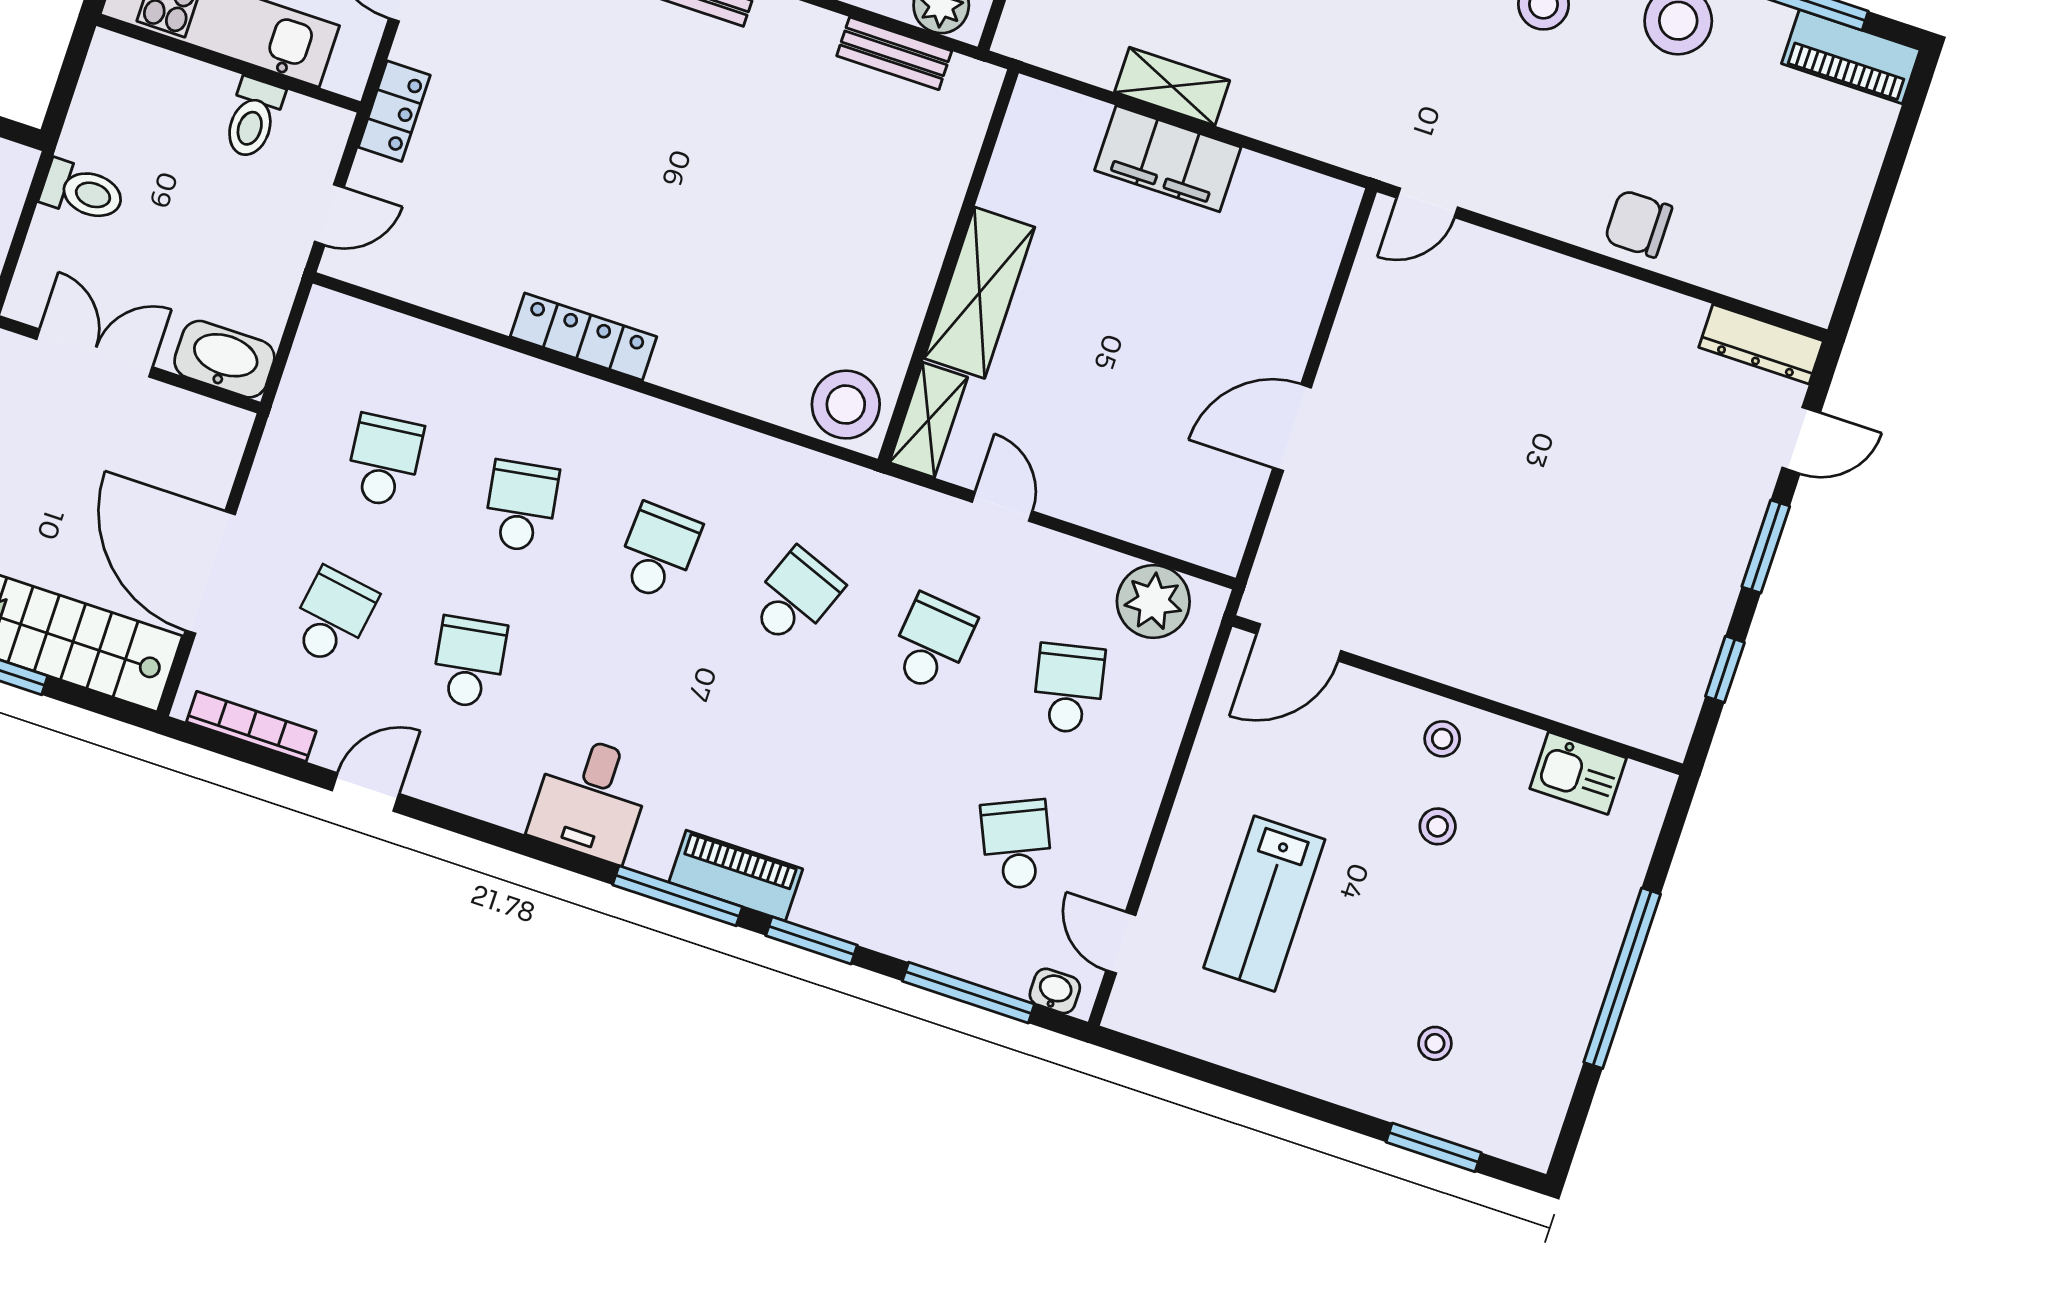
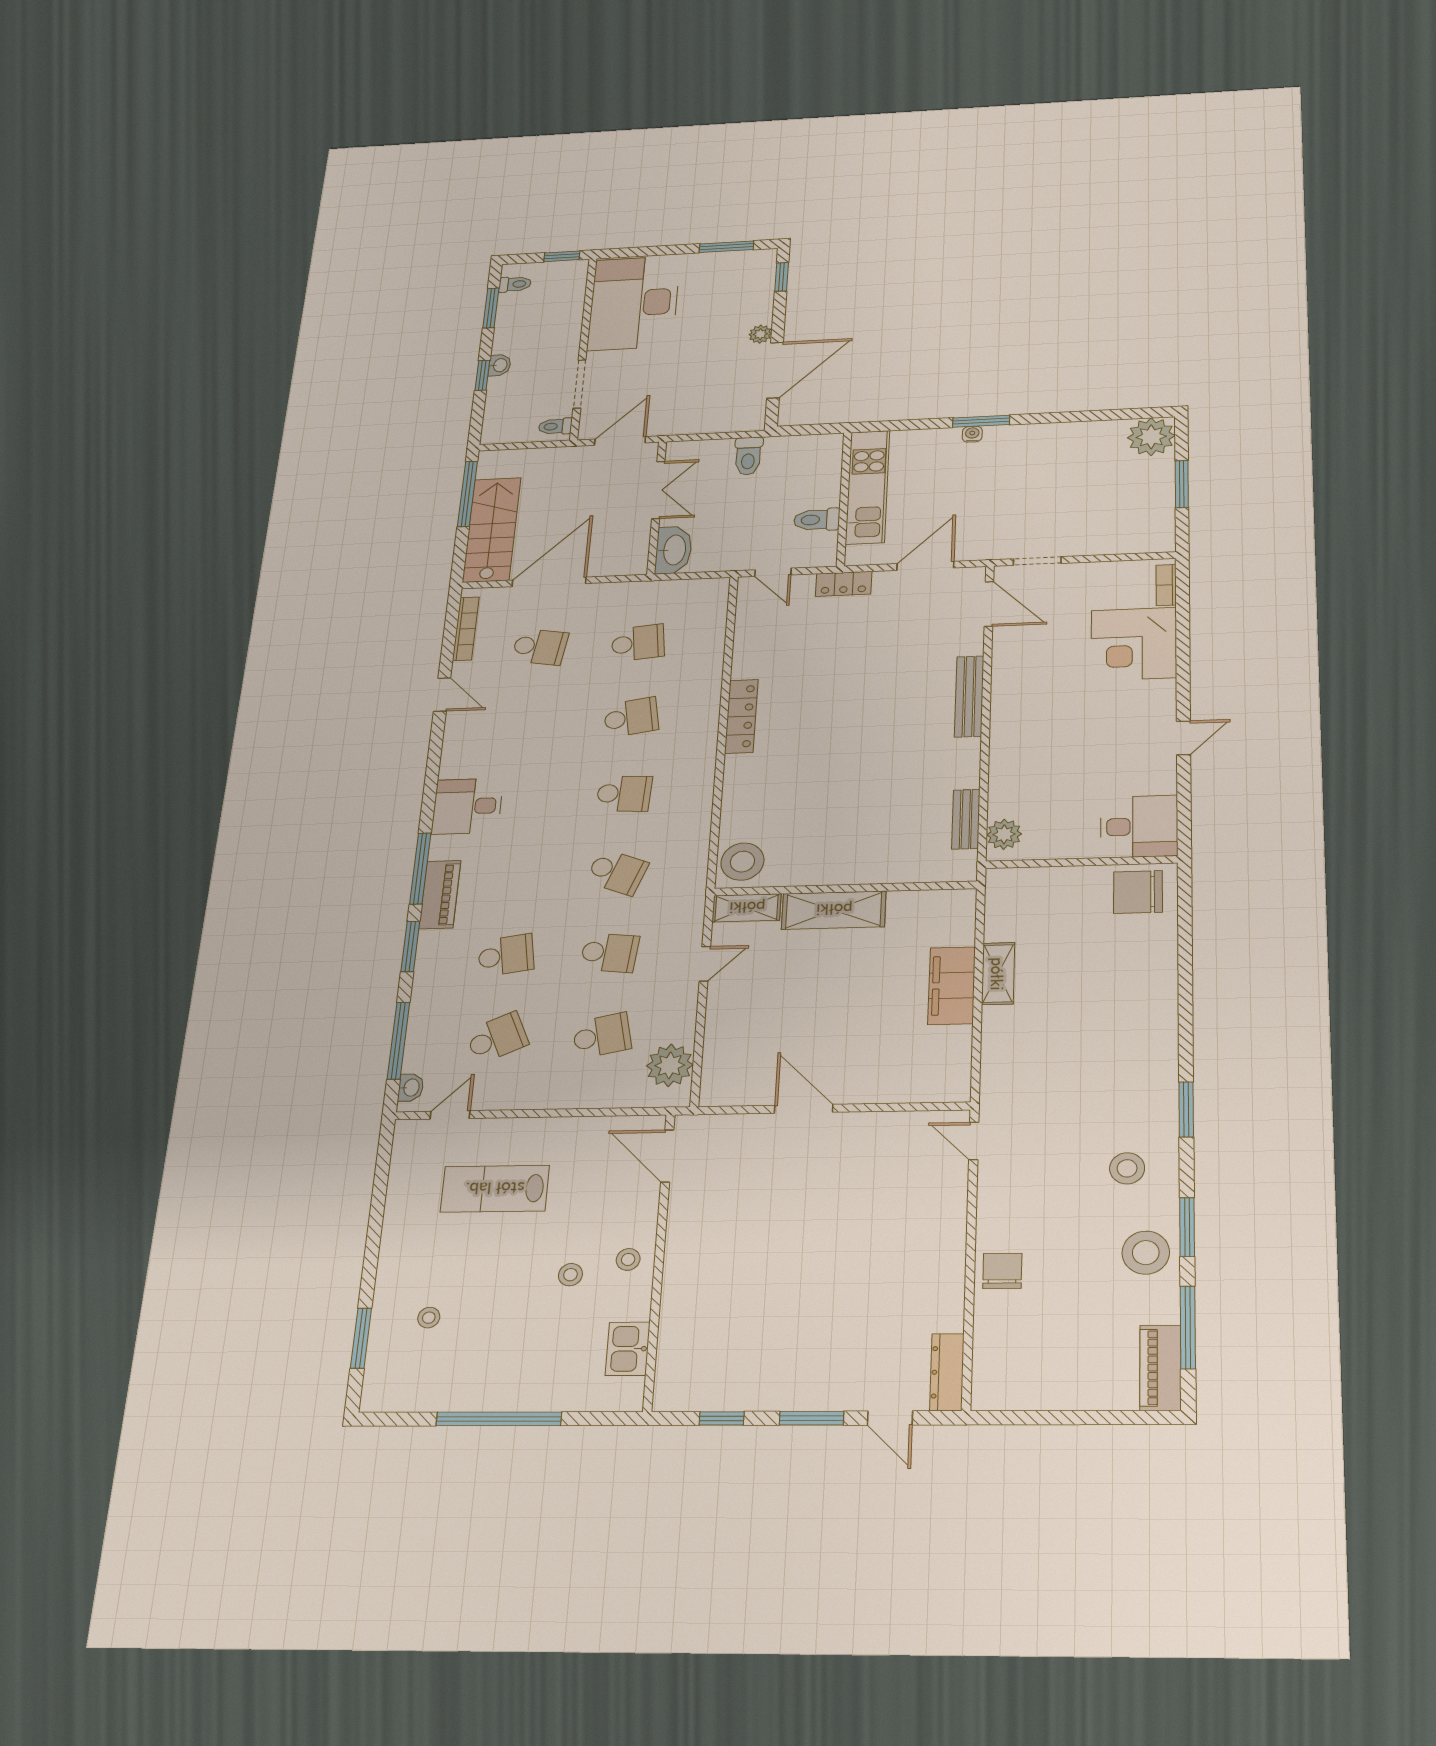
school desk: (469, 662) -> (506, 955), moved

